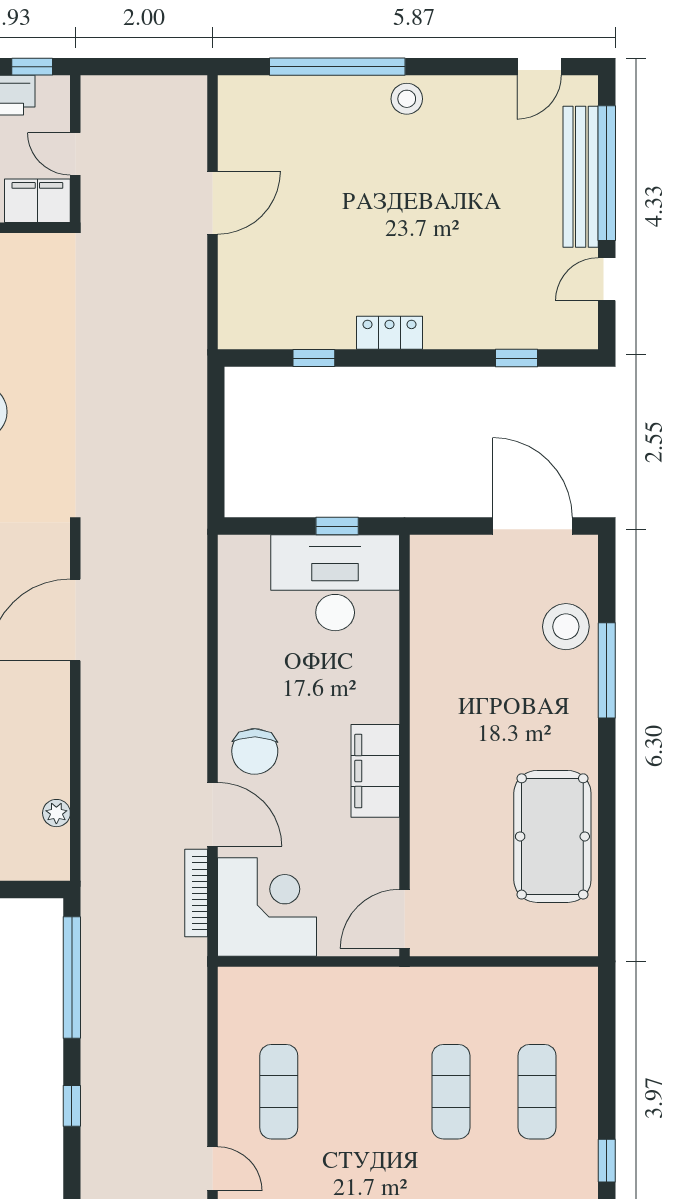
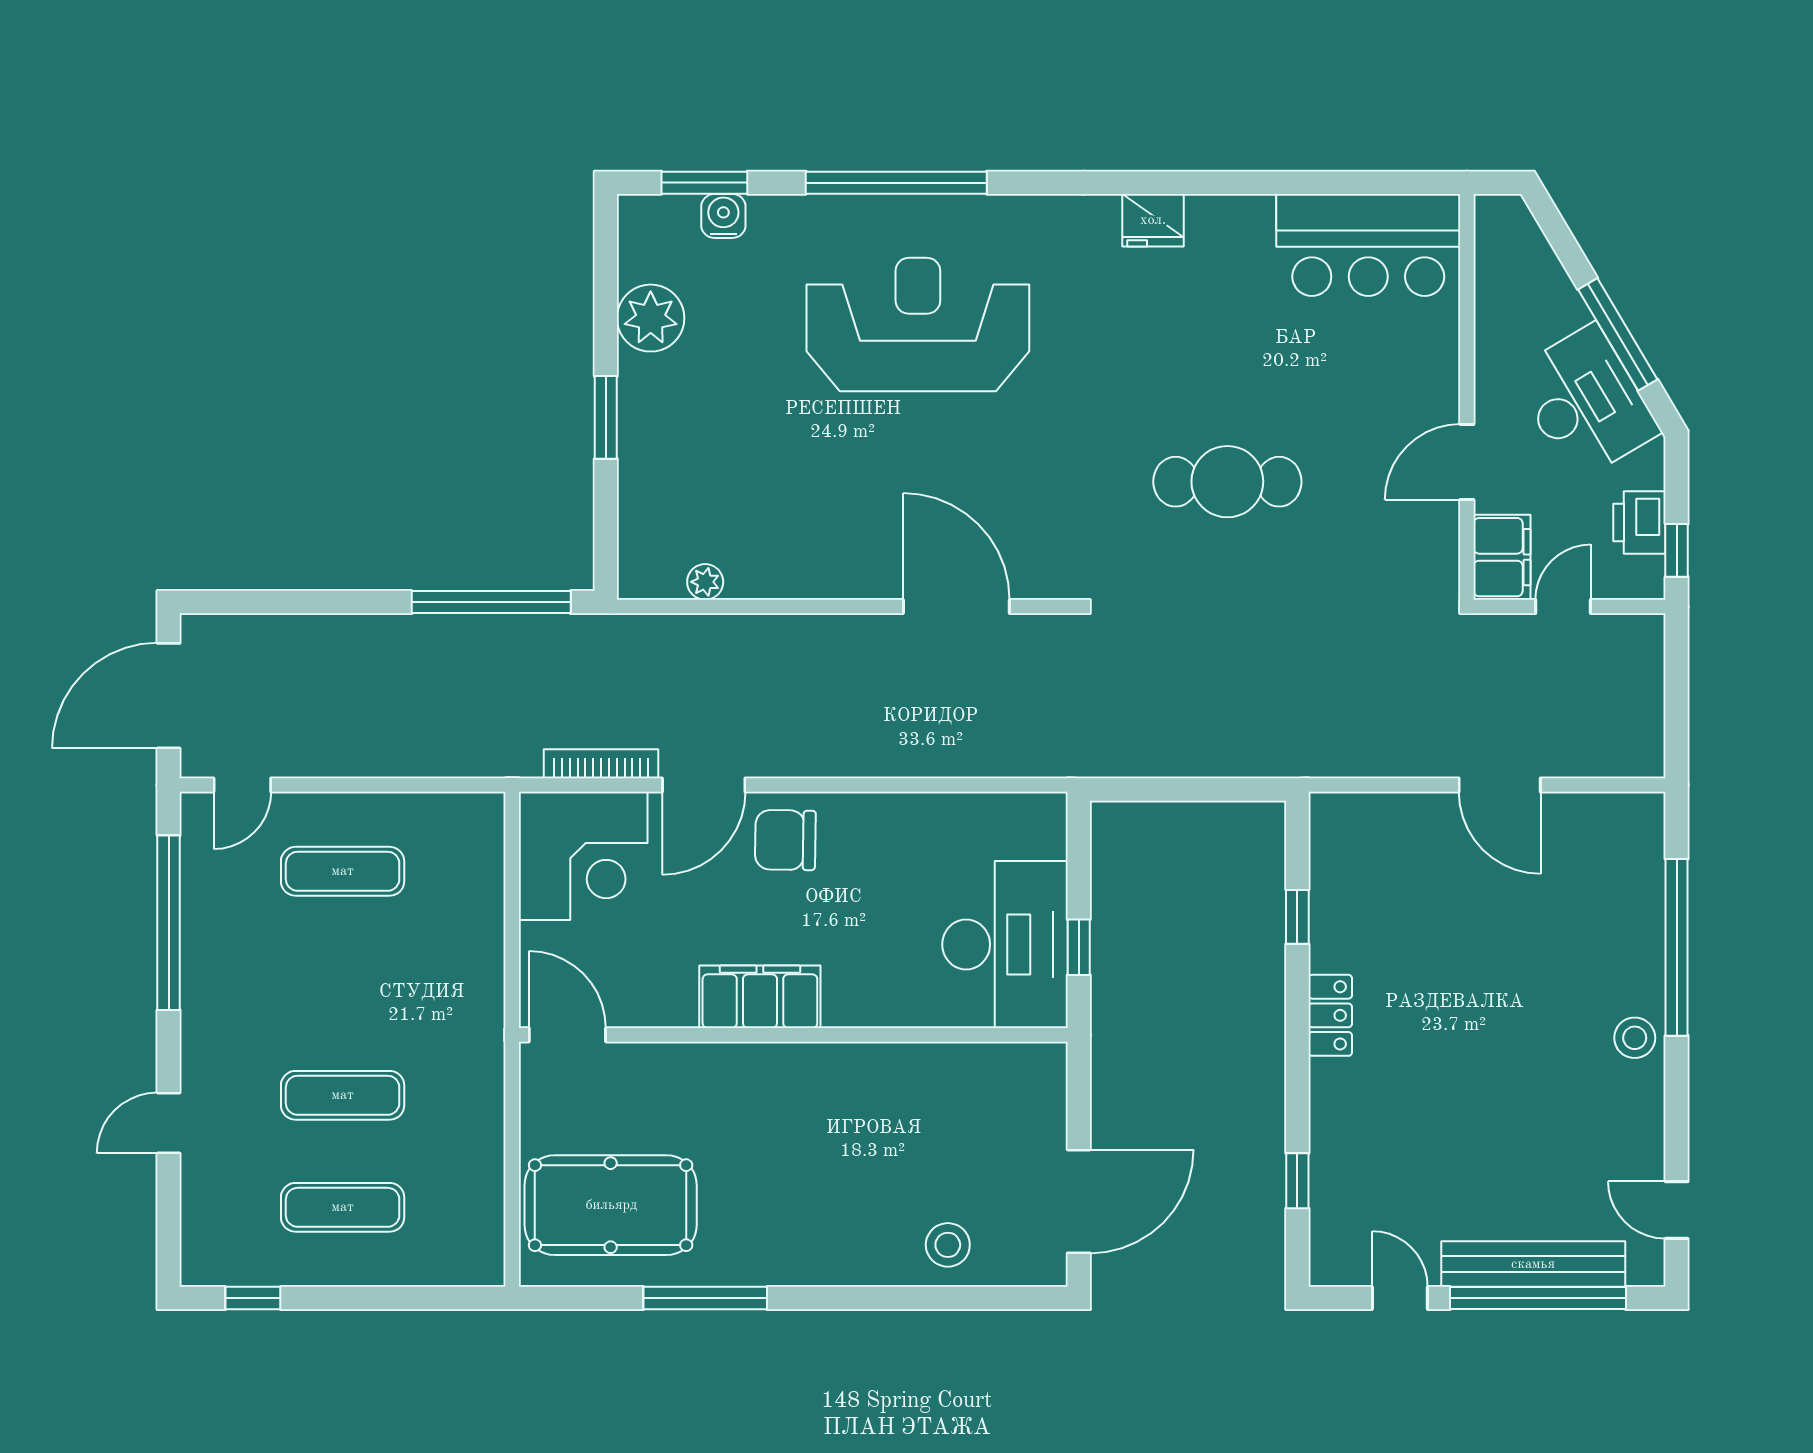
stool: (566, 627) -> (948, 1245), width x0.73, depth x0.73
window: (607, 670) -> (705, 1298), moved
pool table: (552, 836) -> (611, 1205), moved
window: (72, 1106) -> (324, 602), removed

